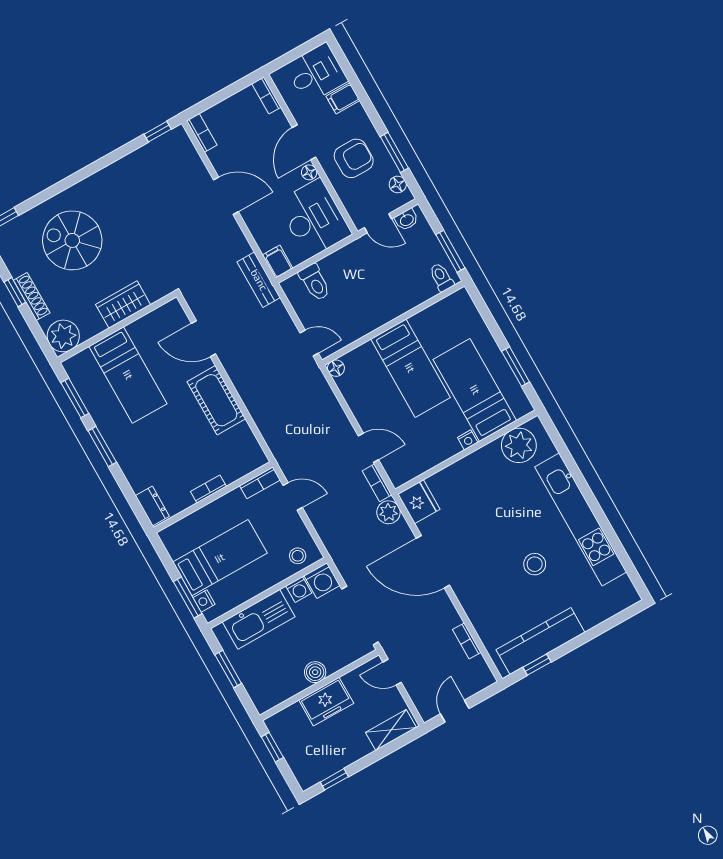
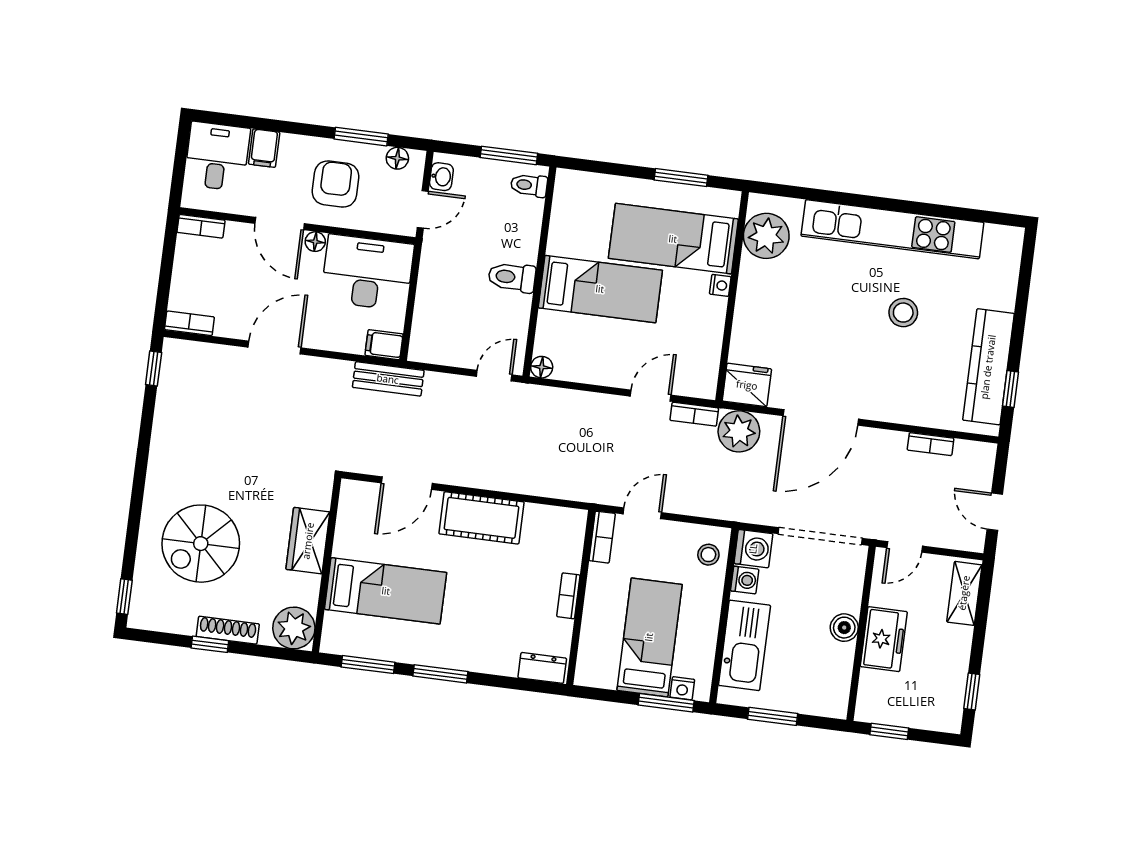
toilet: (315, 282) -> (512, 277), moved, turned 180
plant: (388, 512) -> (739, 431), width x1.36, depth x1.36

